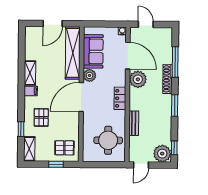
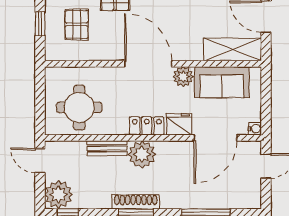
shelving: (73, 53) -> (233, 49), width x0.68
fridge: (119, 78) -> (179, 124), added
plant: (138, 79) -> (142, 154), moved
shoe rack: (167, 79) -> (136, 202), moved
pallet: (64, 148) -> (77, 24), moved

